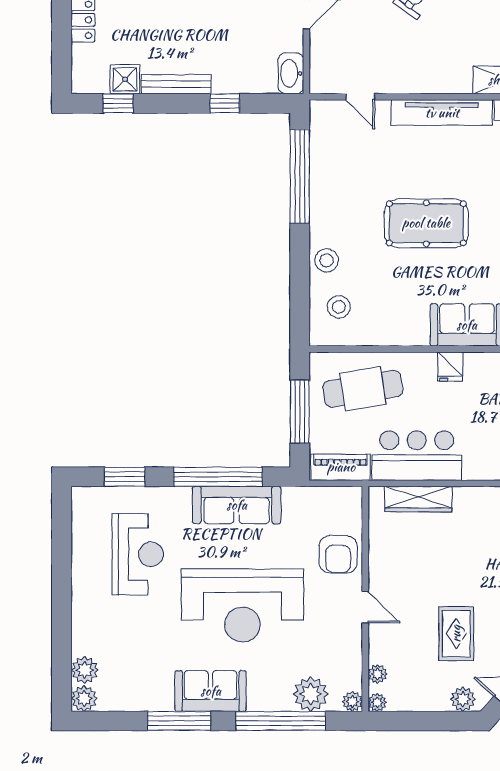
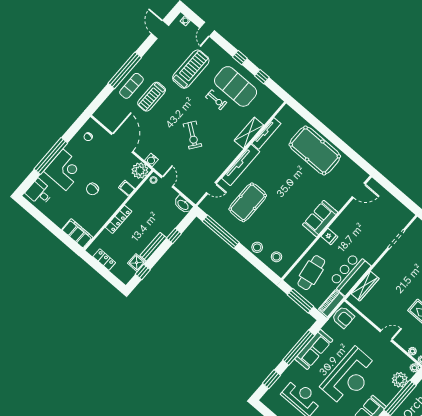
pool table: (426, 223) -> (248, 202), moved
armchair: (338, 554) -> (343, 317), moved

